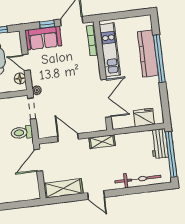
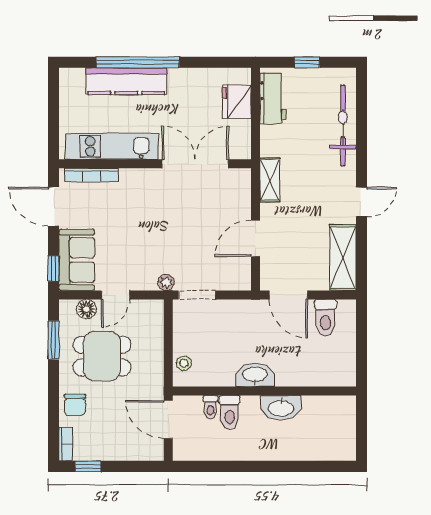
window: (47, 24) -> (53, 269), moved
floor lamp: (20, 79) -> (86, 309), moved
toilet: (22, 133) -> (325, 318), moved
workbench: (159, 144) -> (273, 98), moved, turned -90
window: (171, 154) -> (307, 62), width x0.32

